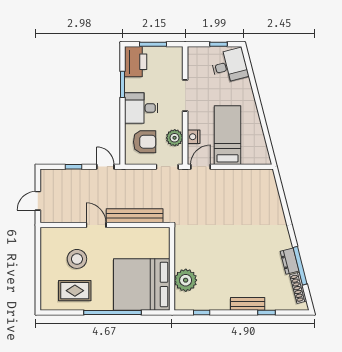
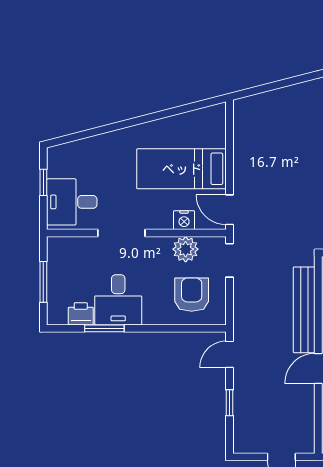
printer: (136, 62) -> (81, 314), width x0.53, depth x0.68
desk: (229, 66) -> (72, 202), moved, turned -76
desk: (141, 108) -> (118, 300), moved

